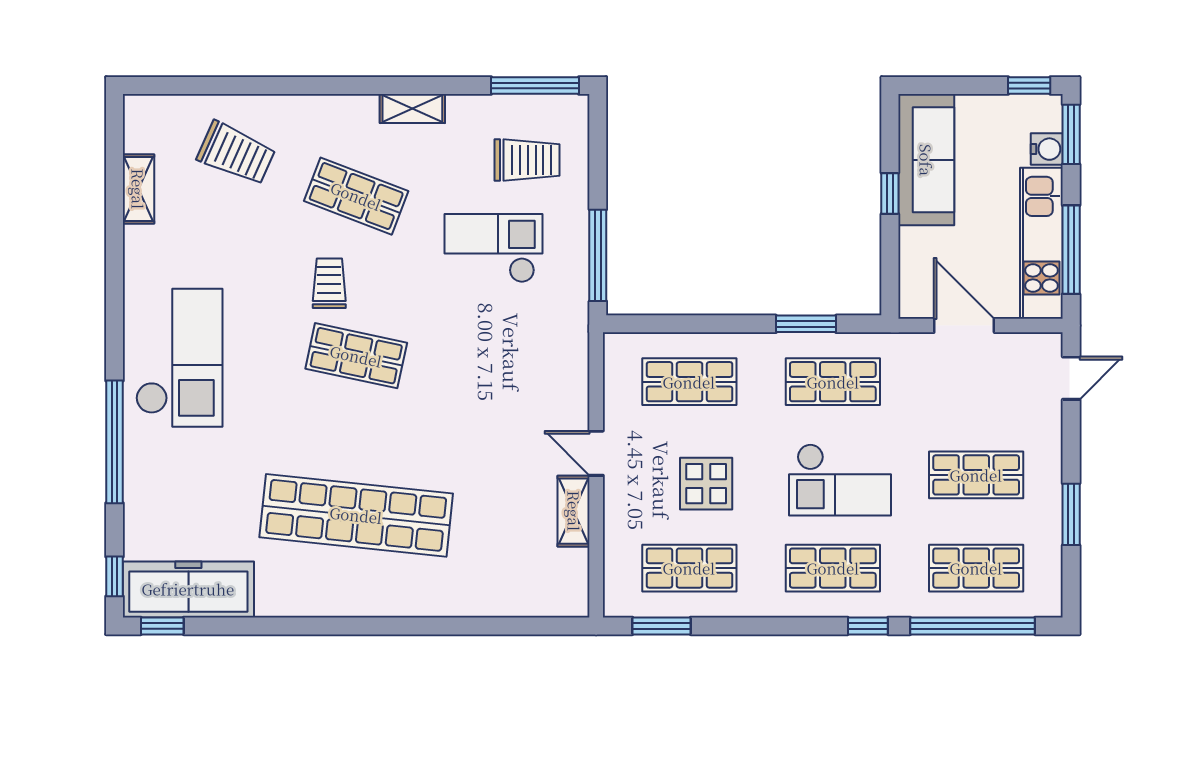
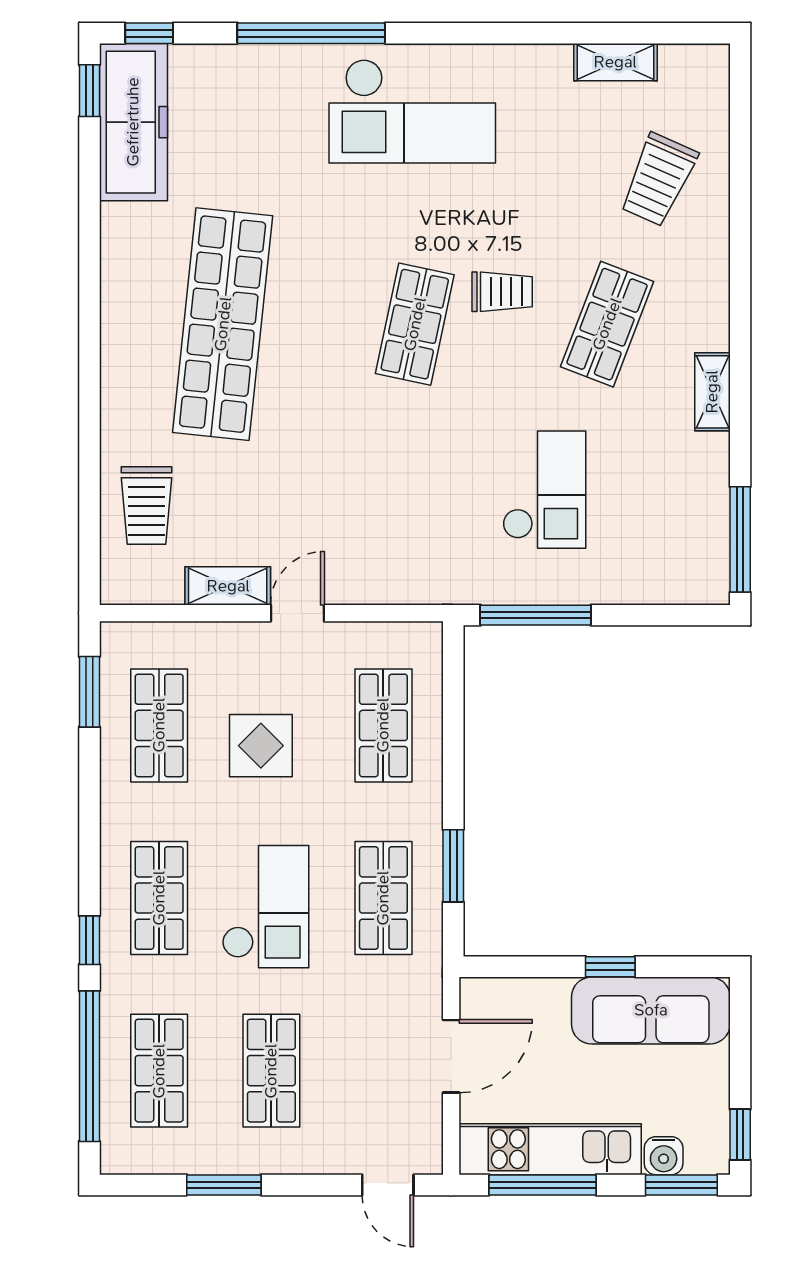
trolley: (527, 160) -> (146, 506), moved
checkout: (840, 480) -> (265, 907), turned 180

